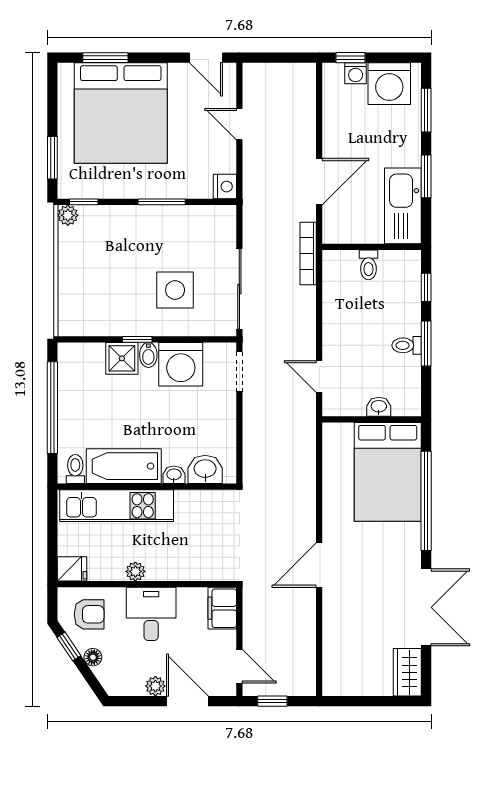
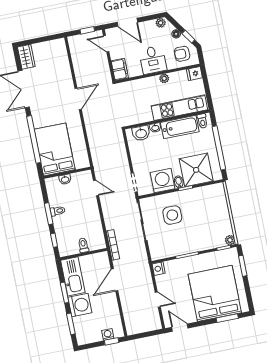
washing machine: (389, 84) -> (80, 305), moved, turned 90
shower: (122, 358) -> (196, 170), width x1.86, depth x1.86
plant: (155, 686) -> (161, 23), moved

